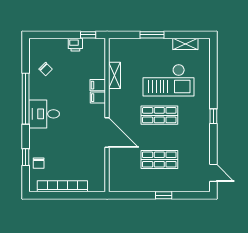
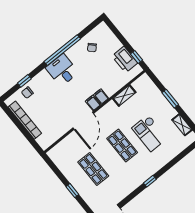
printer: (75, 45) -> (125, 60), width x1.87, depth x1.48
checkout: (168, 80) -> (150, 133), width x0.73, depth x0.83
filing cabinet: (98, 85) -> (93, 103), moved

